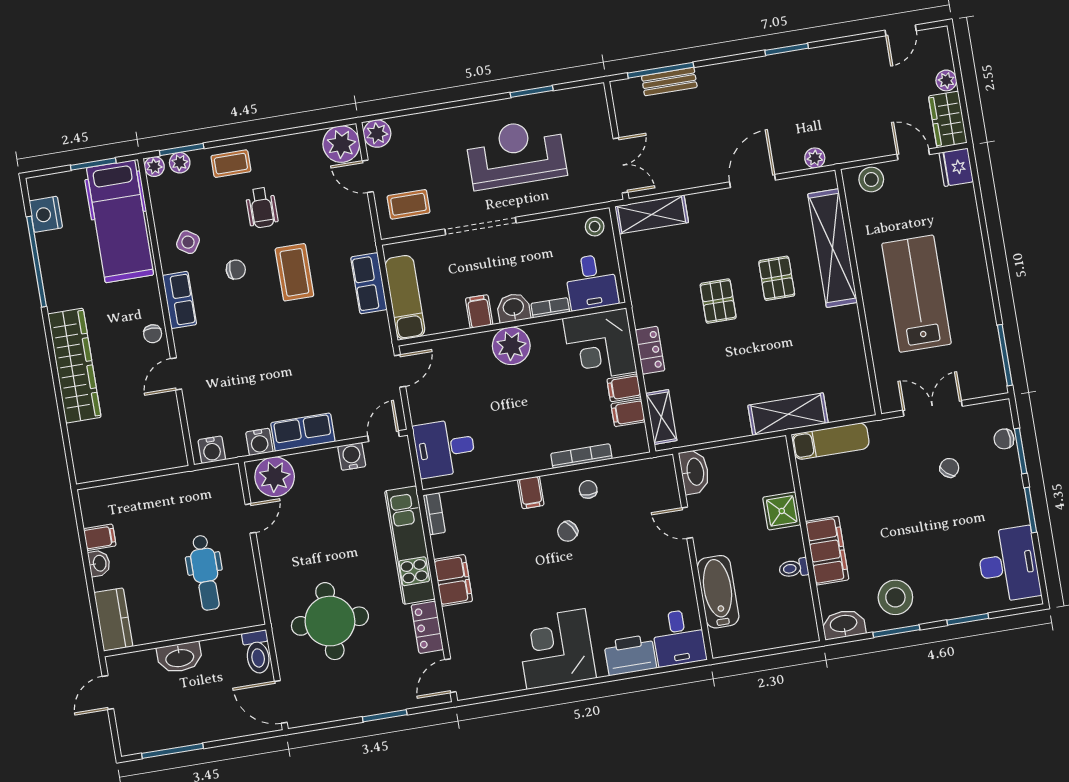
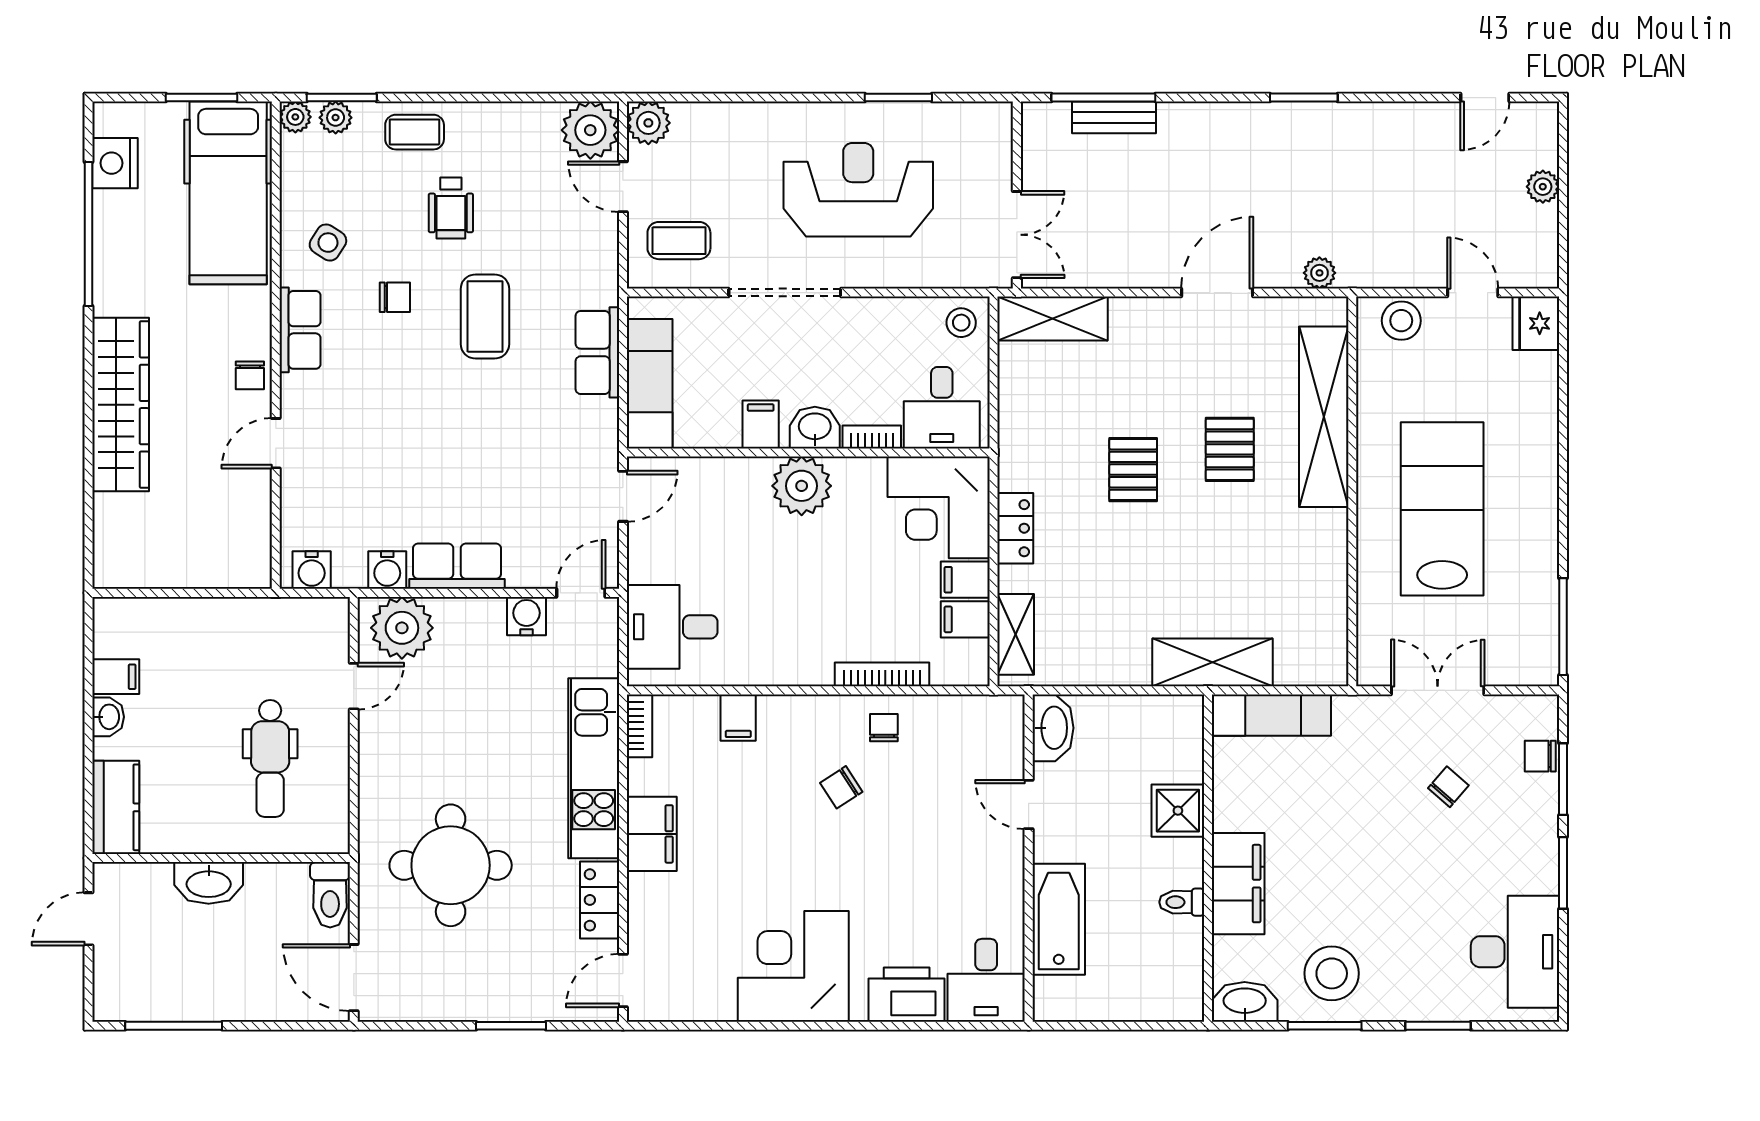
wardrobe: (948, 119) -> (1535, 247), removed
filing cabinet: (531, 492) -> (738, 718), moved

